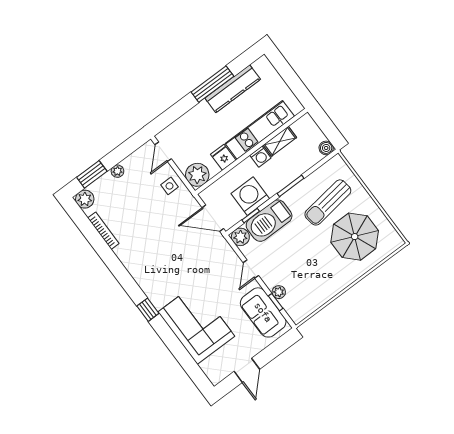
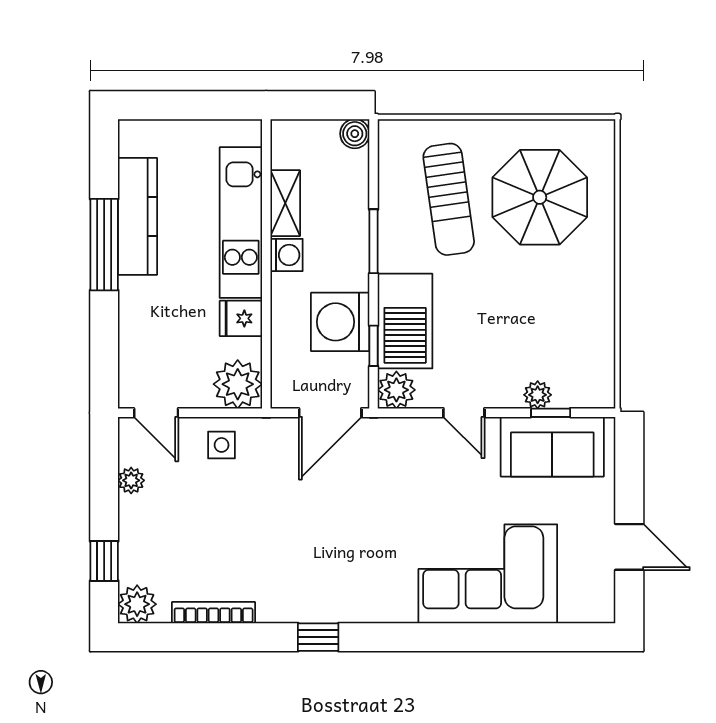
plant: (117, 171) -> (131, 480), moved
window: (92, 174) -> (104, 561), width x0.67
window: (148, 310) -> (318, 637), moved

